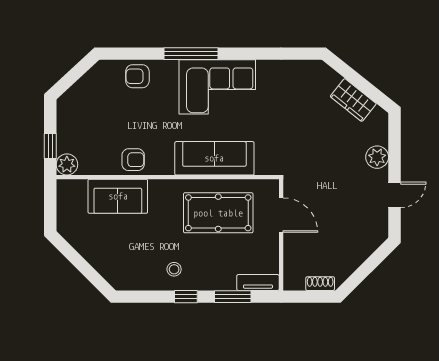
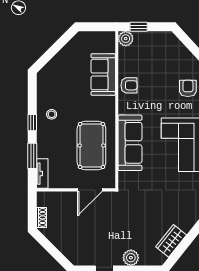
armchair: (133, 160) -> (129, 85), turned -90

